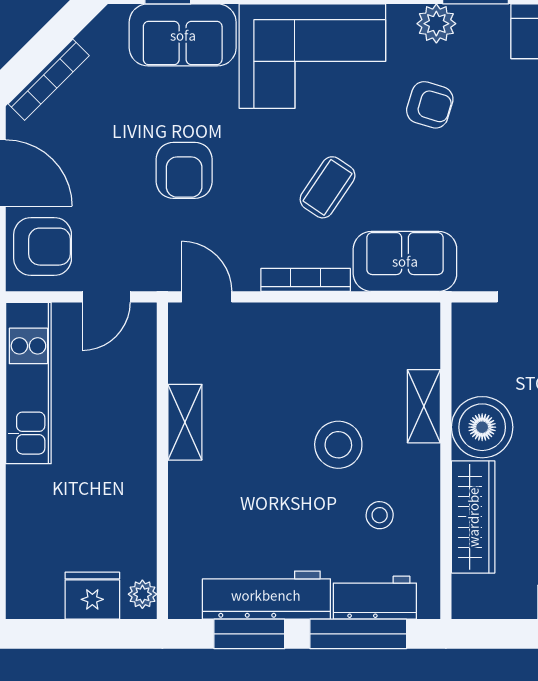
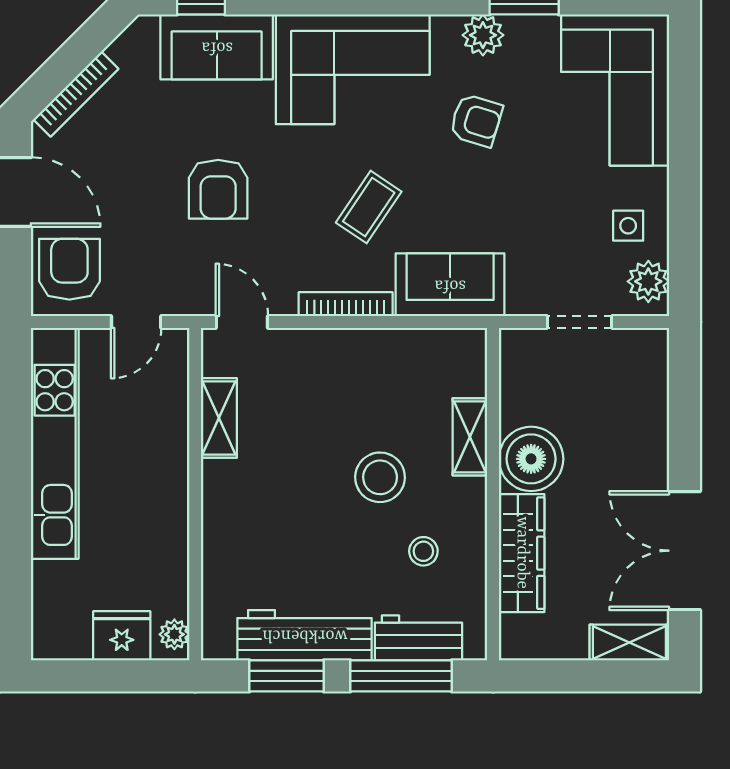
armchair: (43, 247) -> (69, 269), turned -90
kitchen unit: (28, 383) -> (55, 443), width x1.36
shelving: (185, 422) -> (219, 418), moved

